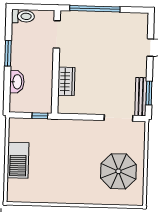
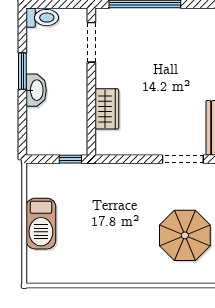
washbasin: (17, 82) -> (36, 90), moved

